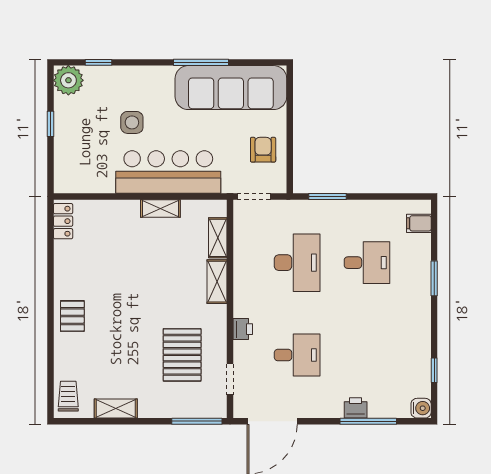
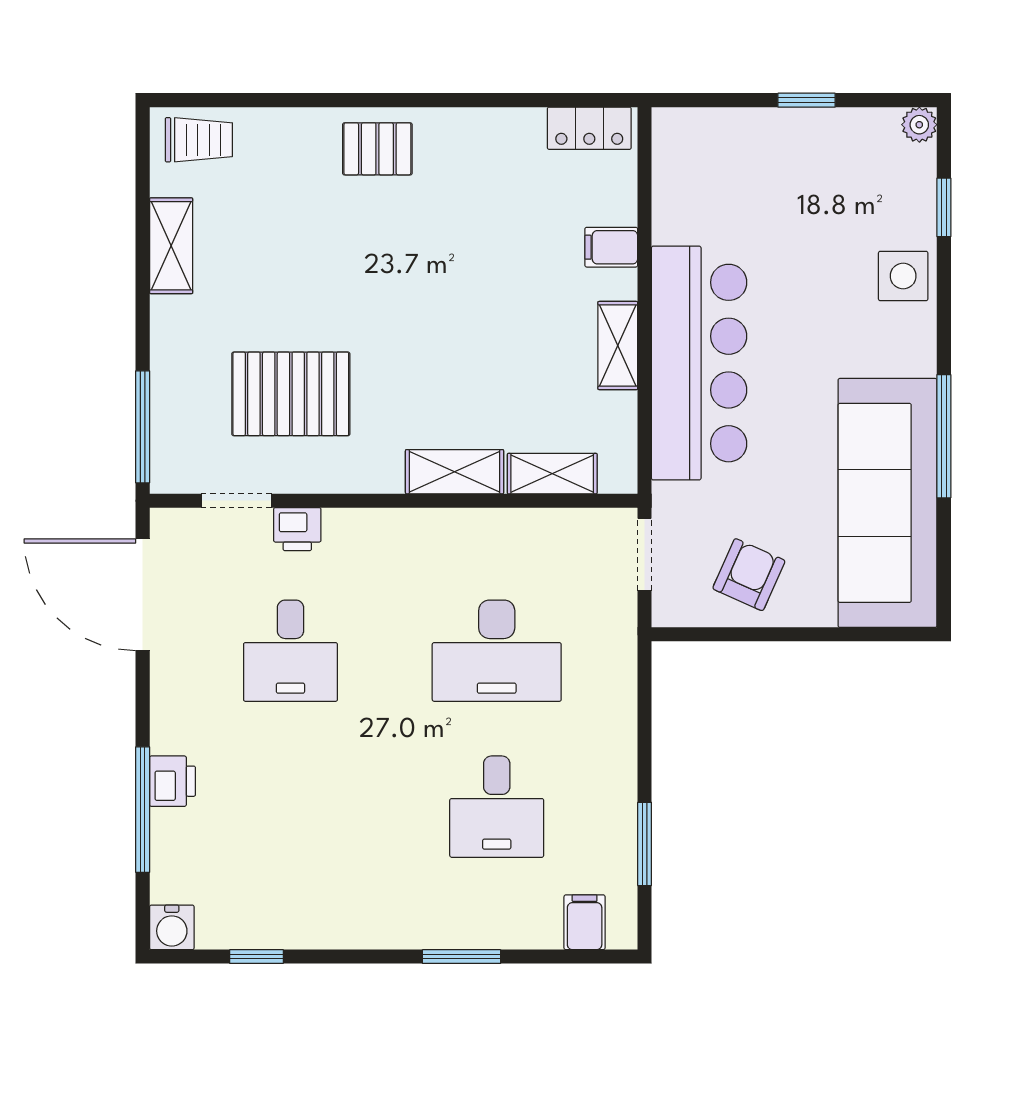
plant: (68, 80) -> (919, 125), width x0.53, depth x0.53
side table: (132, 122) -> (903, 276), moved
armchair: (263, 150) -> (749, 575), turned -66
window: (328, 196) -> (645, 844), moved
filing cabinet: (116, 211) -> (611, 247), added
printer: (243, 329) -> (297, 529), moved

